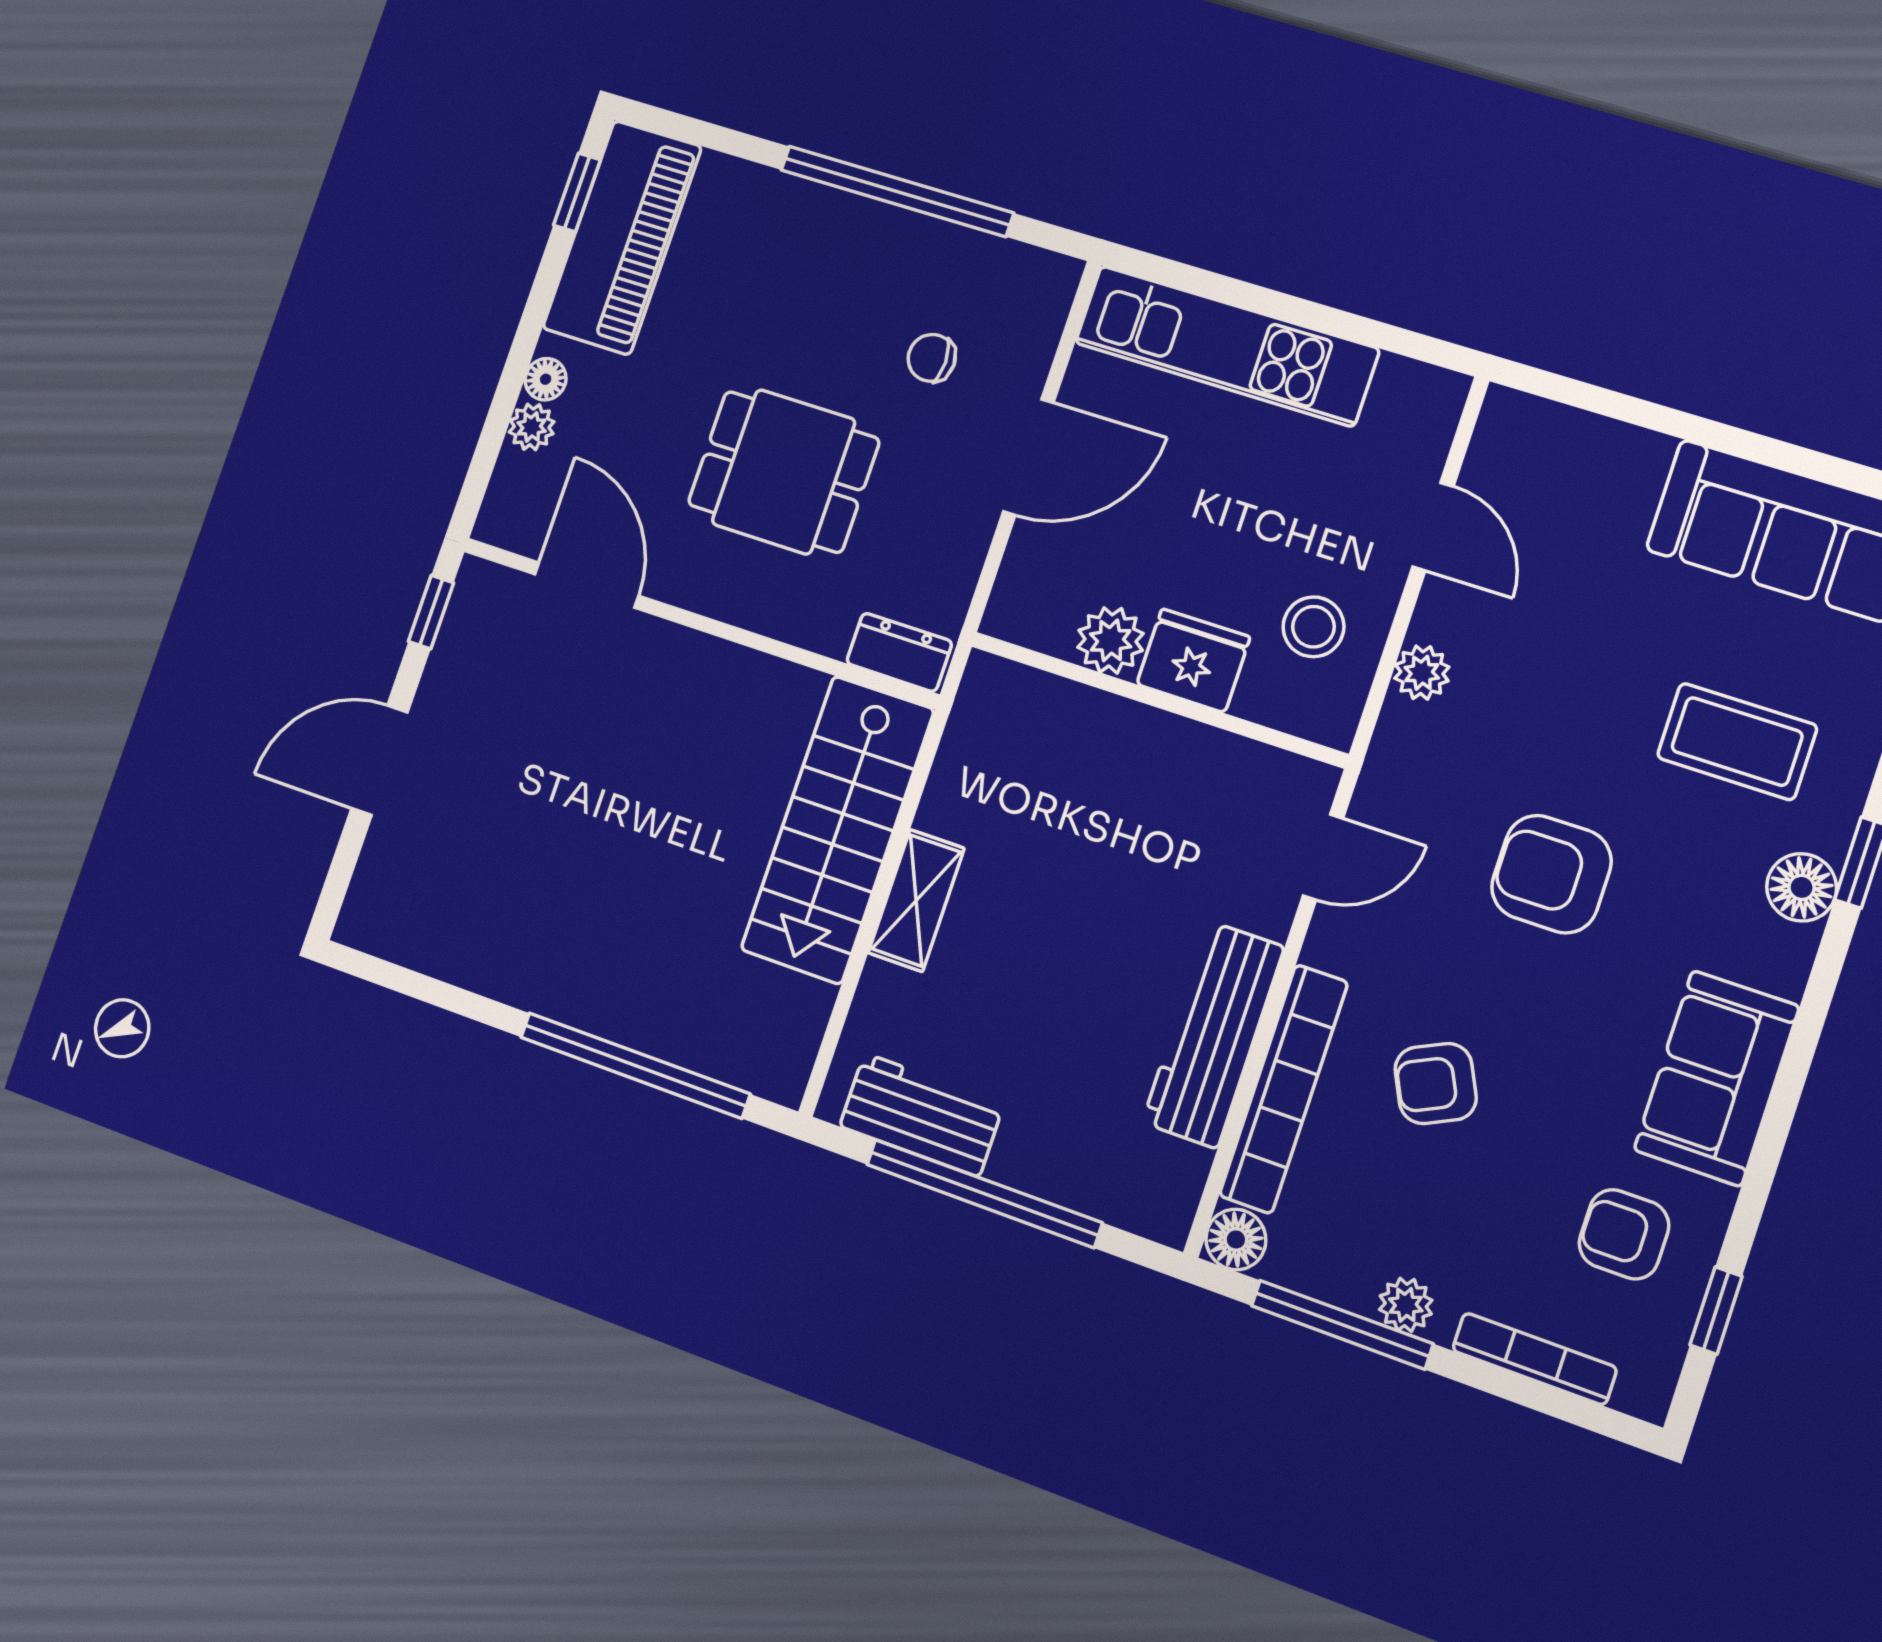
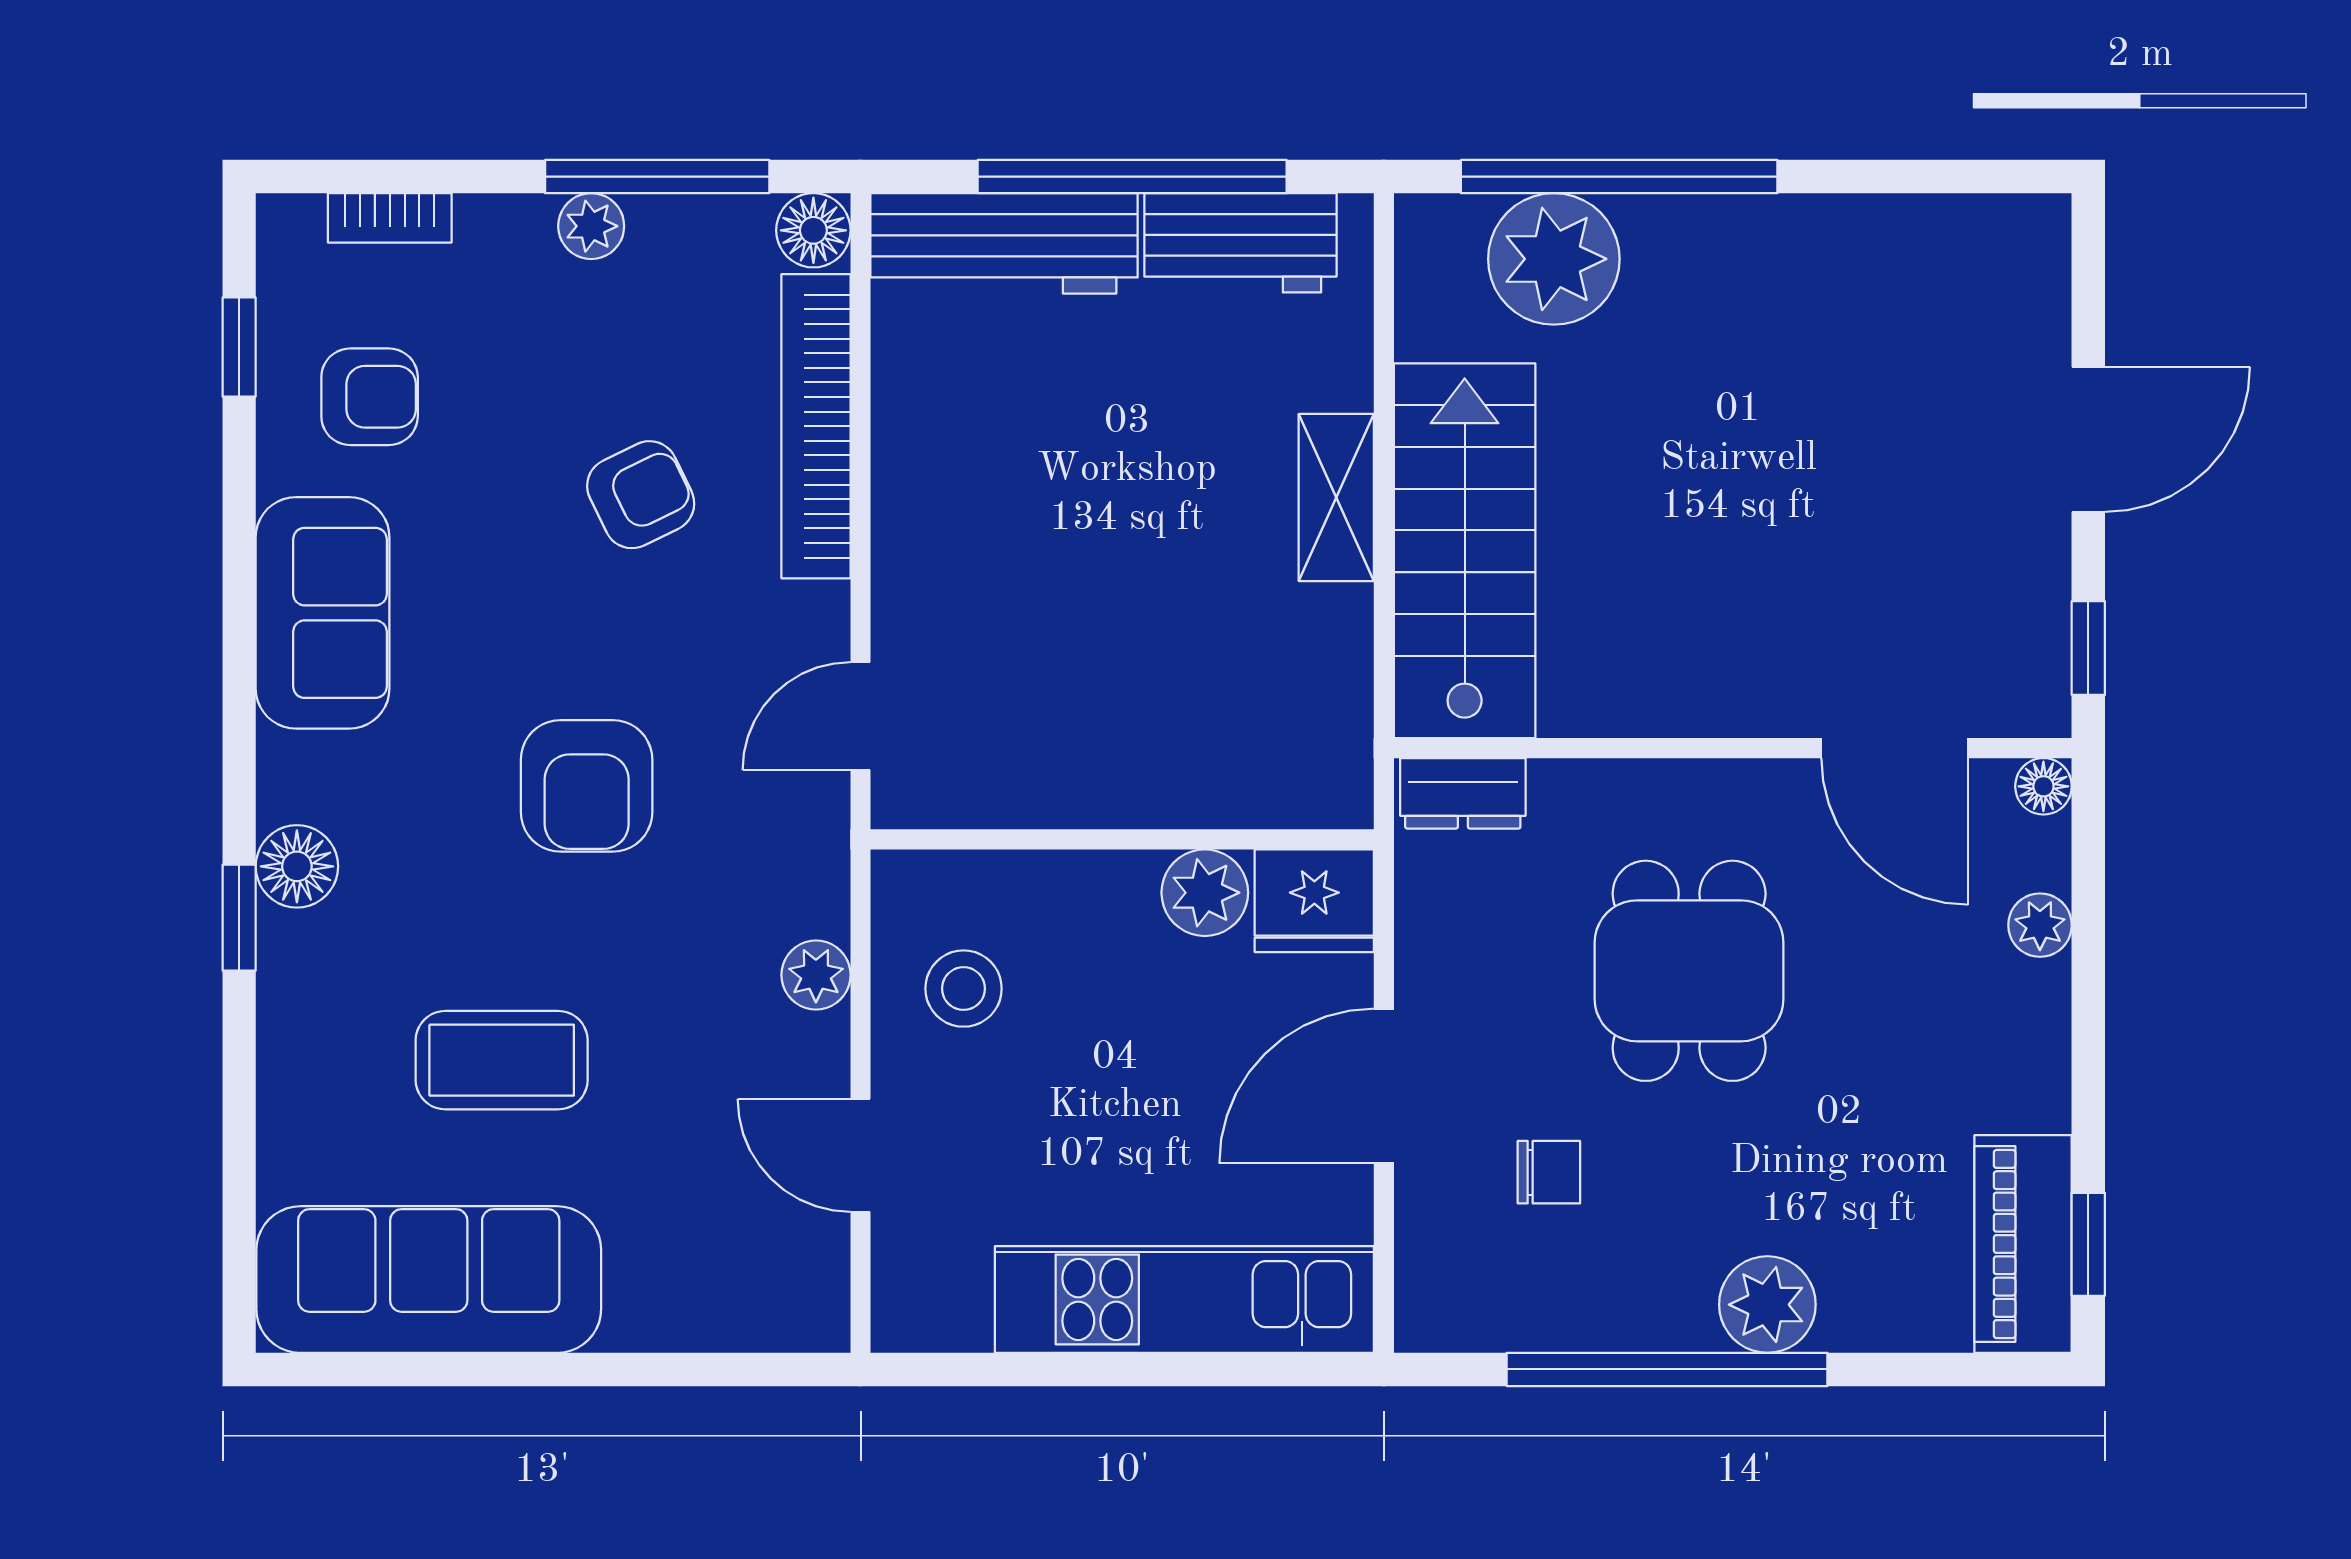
plant: (811, 216) -> (1767, 1305), added
piano: (622, 237) -> (2023, 1244), width x0.73, depth x0.75
floor lamp: (546, 379) -> (2043, 786), moved
dining table: (784, 472) -> (1689, 971), turned 90
fridge: (1193, 661) -> (1314, 901), moved
coffee table: (1737, 741) -> (502, 1060), moved
armchair: (1551, 874) -> (587, 786), turned 90
plant: (701, 1022) -> (1554, 259), added
workbench: (1213, 1035) -> (1004, 243), moved, turned 90
bookcase: (1534, 1359) -> (390, 218), width x0.64

